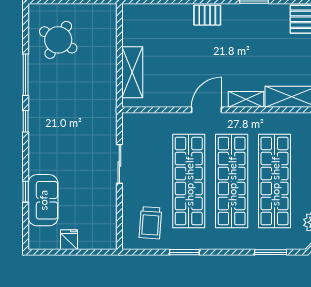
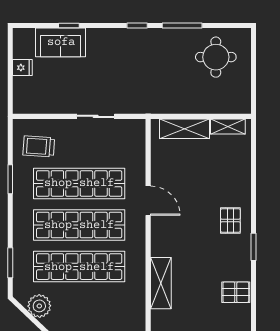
pallet: (207, 15) -> (230, 220), moved
round table: (58, 40) -> (216, 57), turned -31
shelving: (246, 99) -> (228, 127), moved, turned 90

